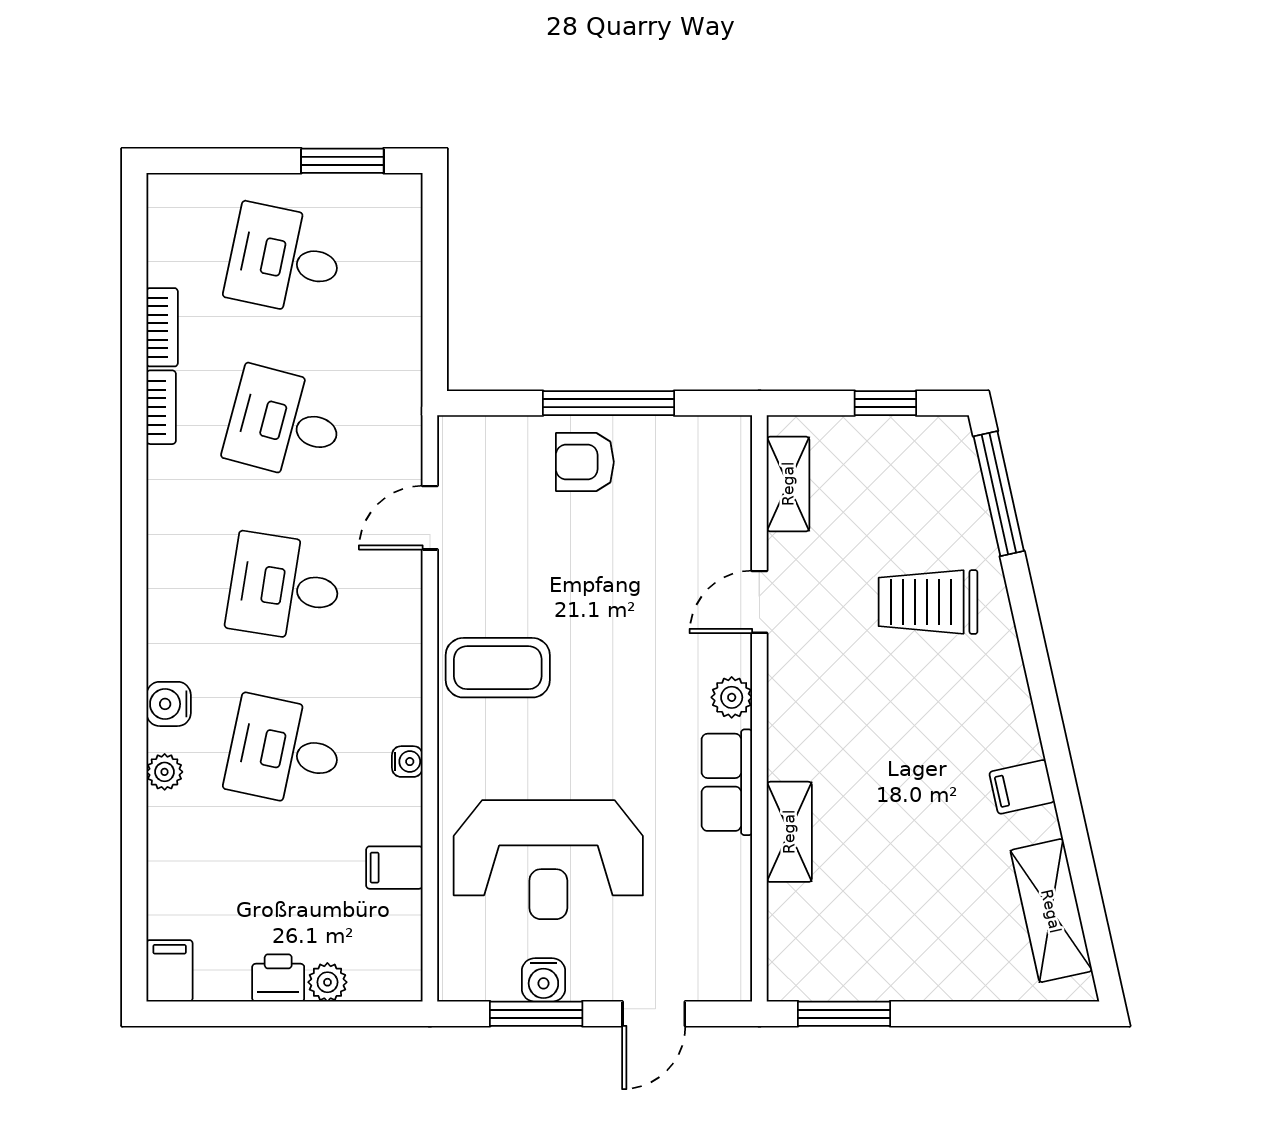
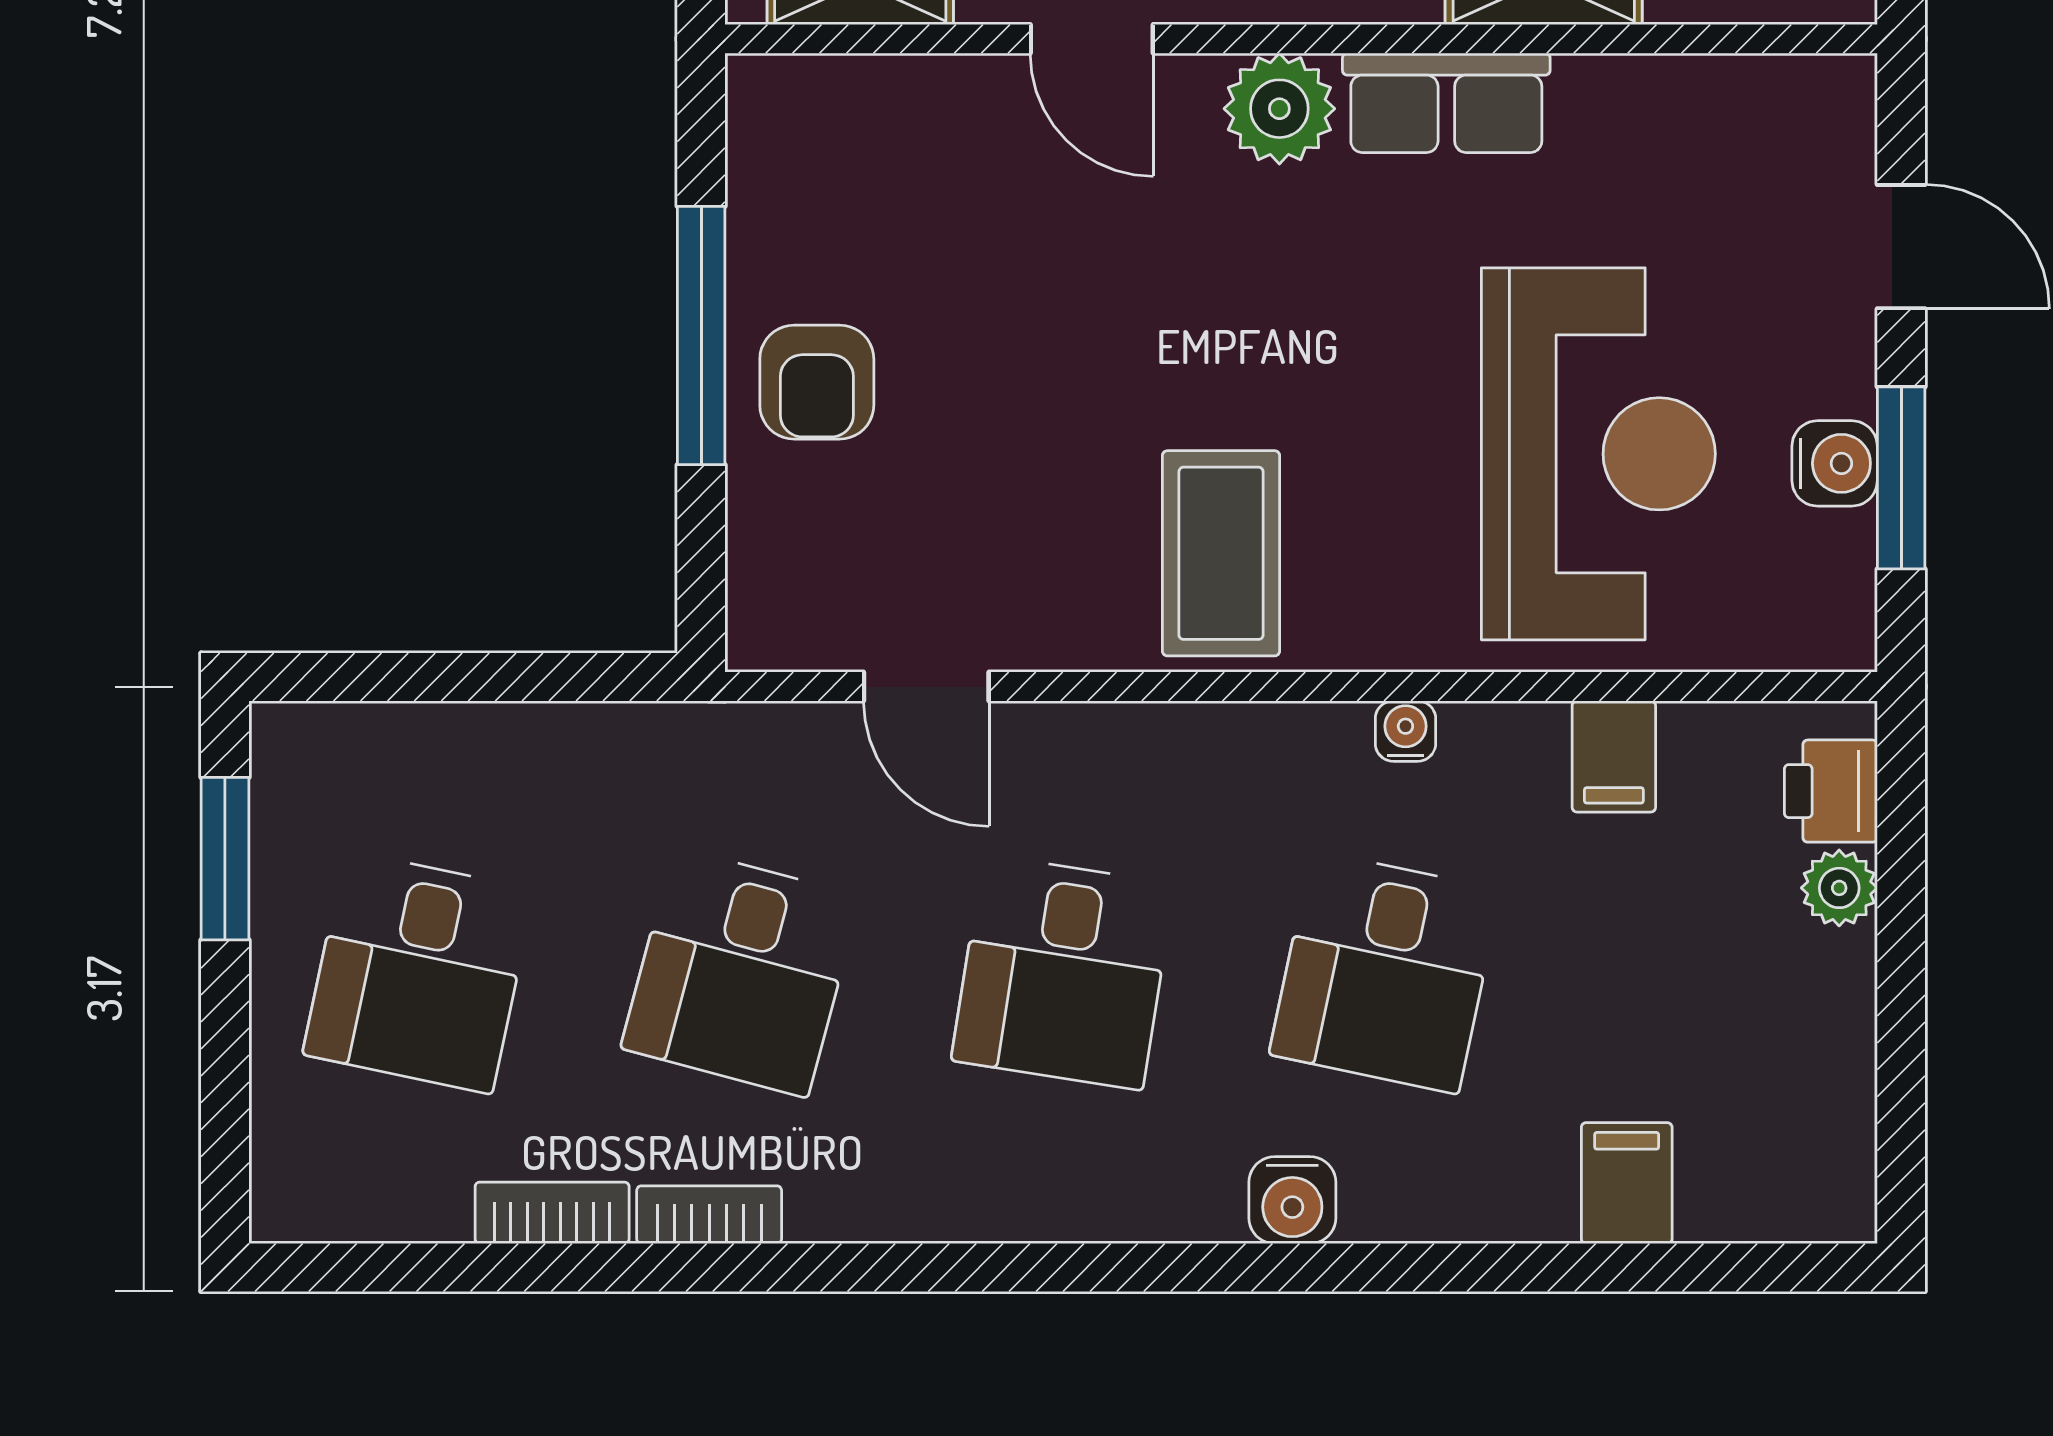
plant: (732, 697) -> (1279, 109), width x1.38, depth x1.38
plant: (165, 772) -> (1426, 1208), removed
filing cabinet: (170, 971) -> (1627, 1183), moved, turned 90
printer: (278, 978) -> (1831, 791), moved

